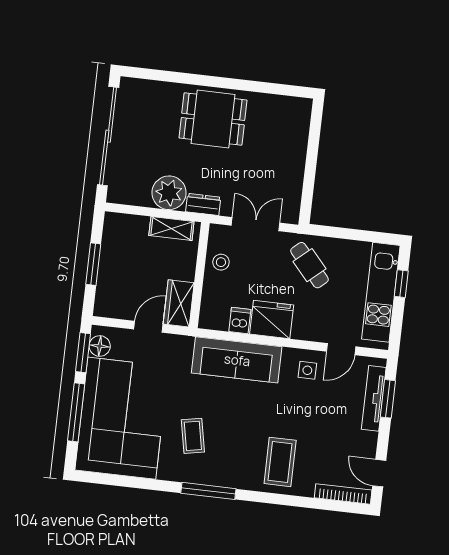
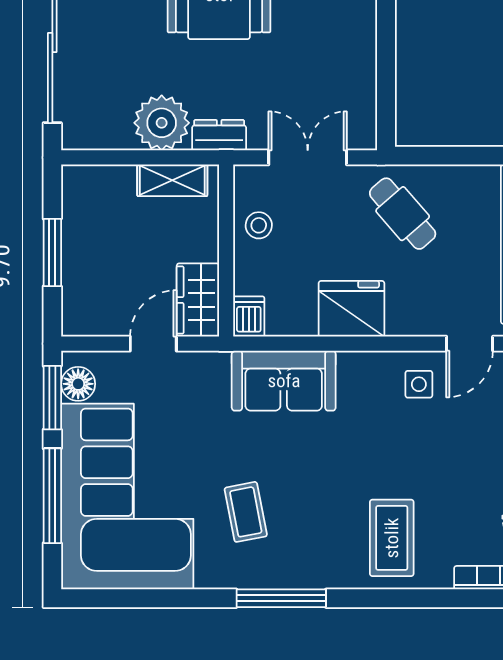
dishwasher: (240, 321) -> (249, 316), moved
sofa: (237, 360) -> (284, 381), width x0.73

